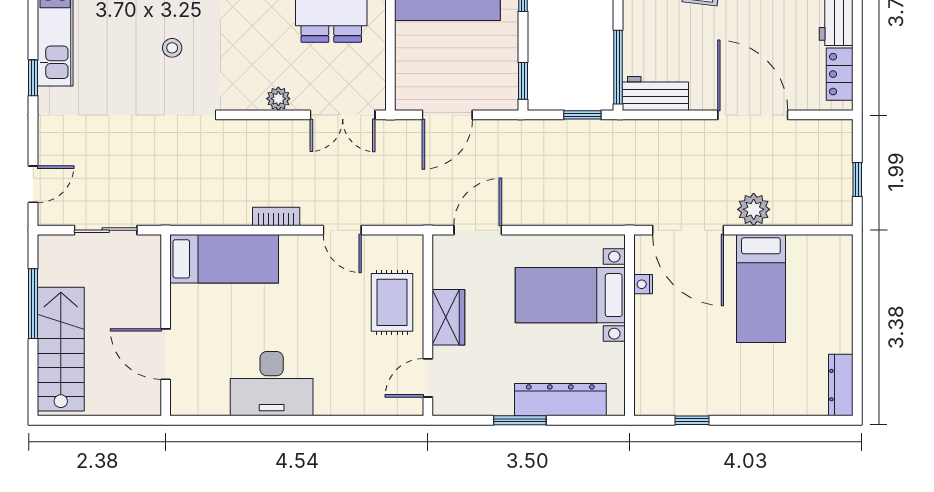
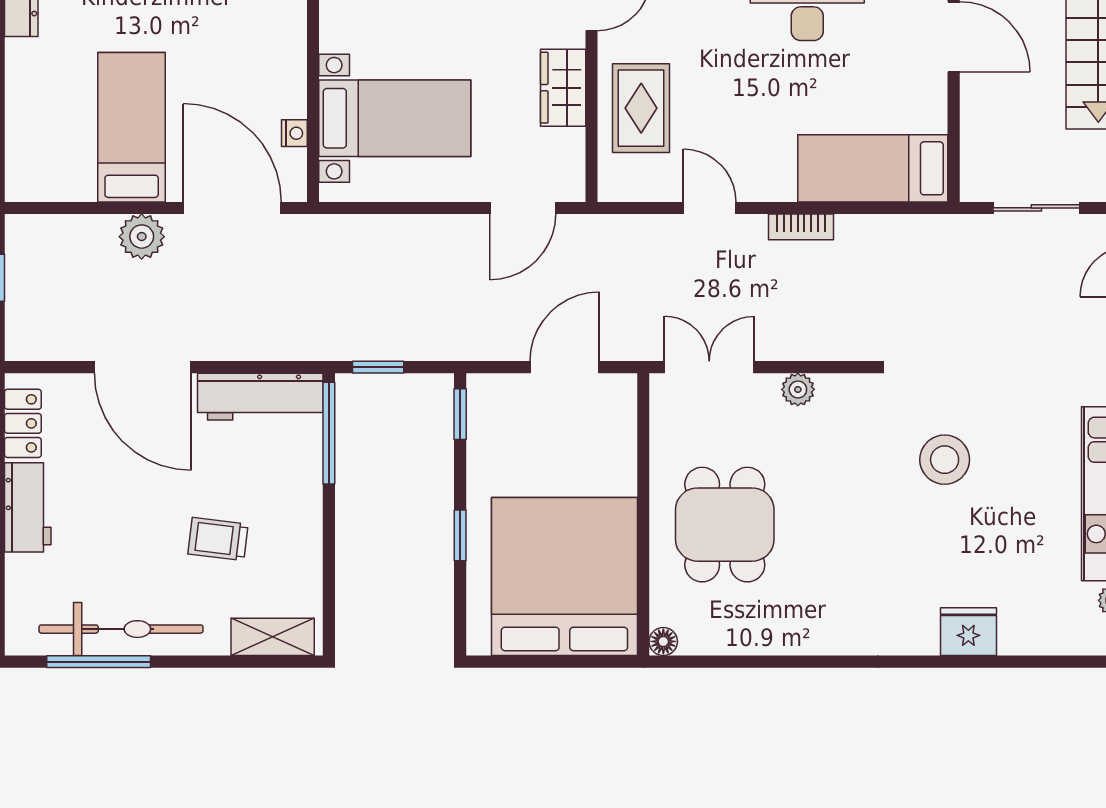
stool: (172, 48) -> (945, 460), width x1.89, depth x1.89
workbench: (655, 93) -> (260, 397), width x1.38

